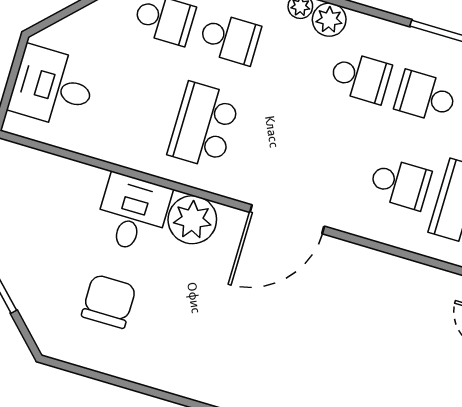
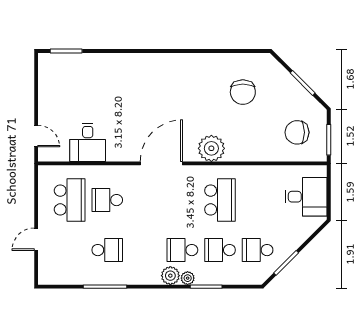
school desk: (360, 77) -> (182, 250), moved
chair: (35, 203) -> (297, 132), added
desk: (133, 213) -> (88, 142), moved

